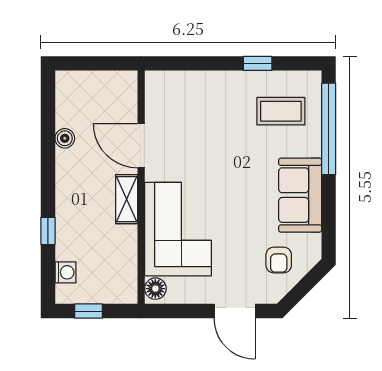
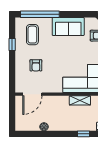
armchair: (209, 119) -> (36, 65), added
door: (141, 146) -> (32, 94), moved
shelving: (127, 199) -> (80, 100), moved

